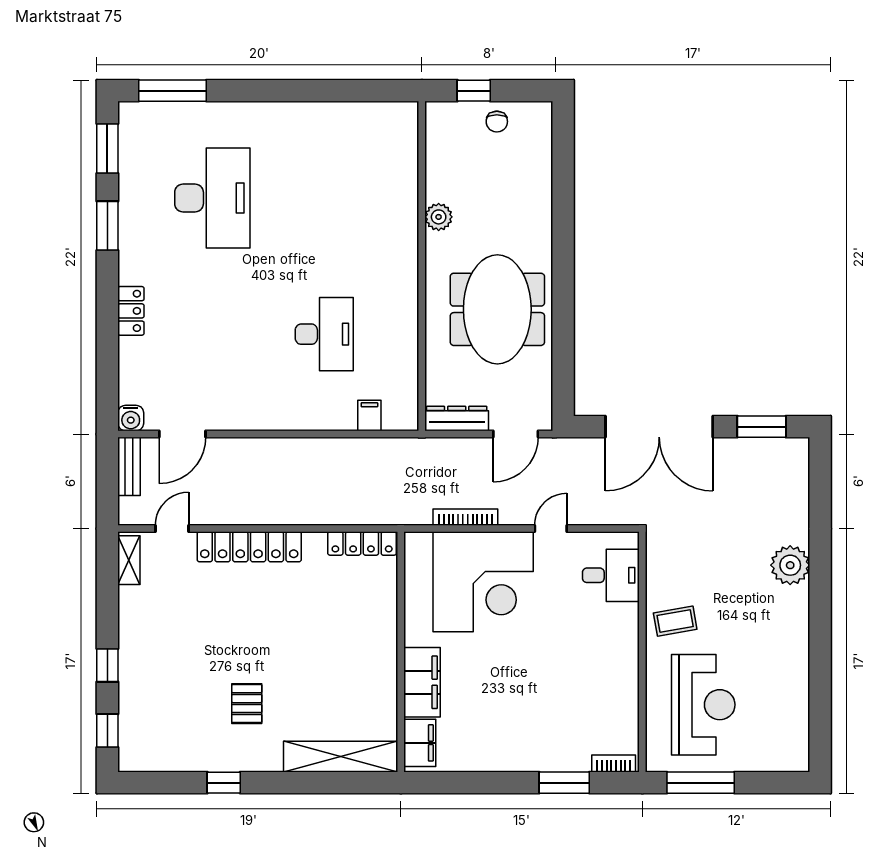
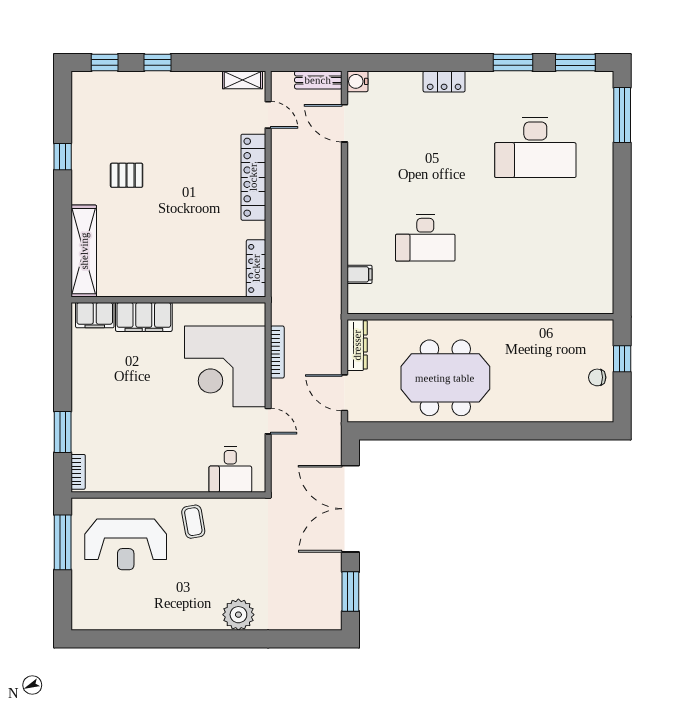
plant: (439, 217) -> (520, 330), removed

